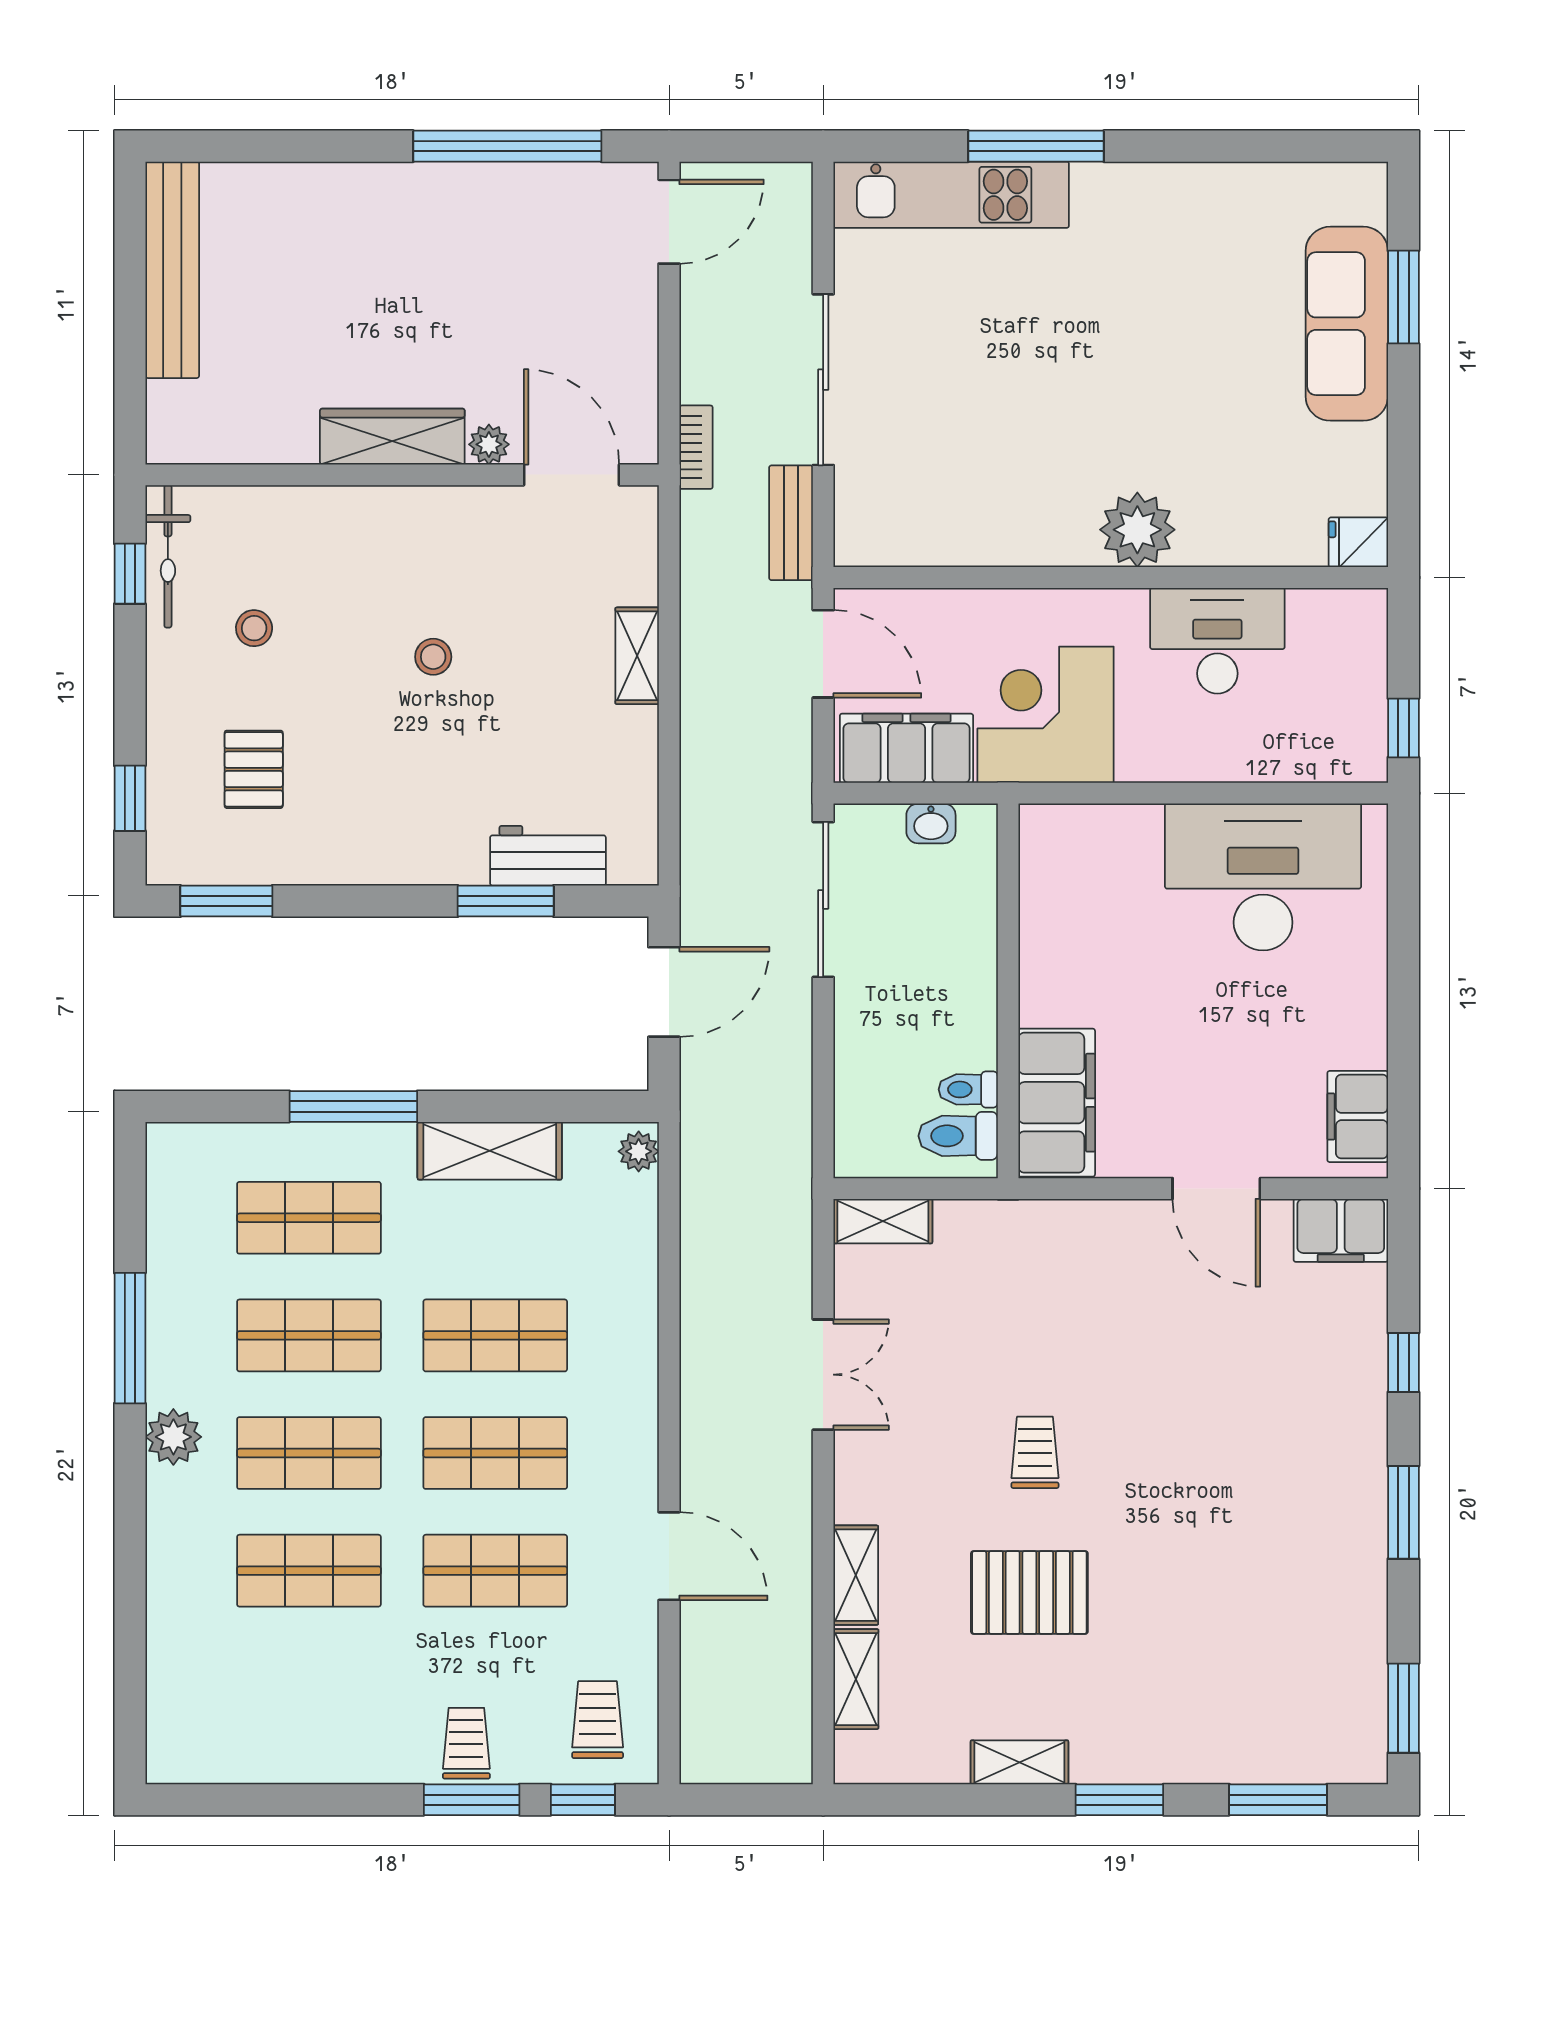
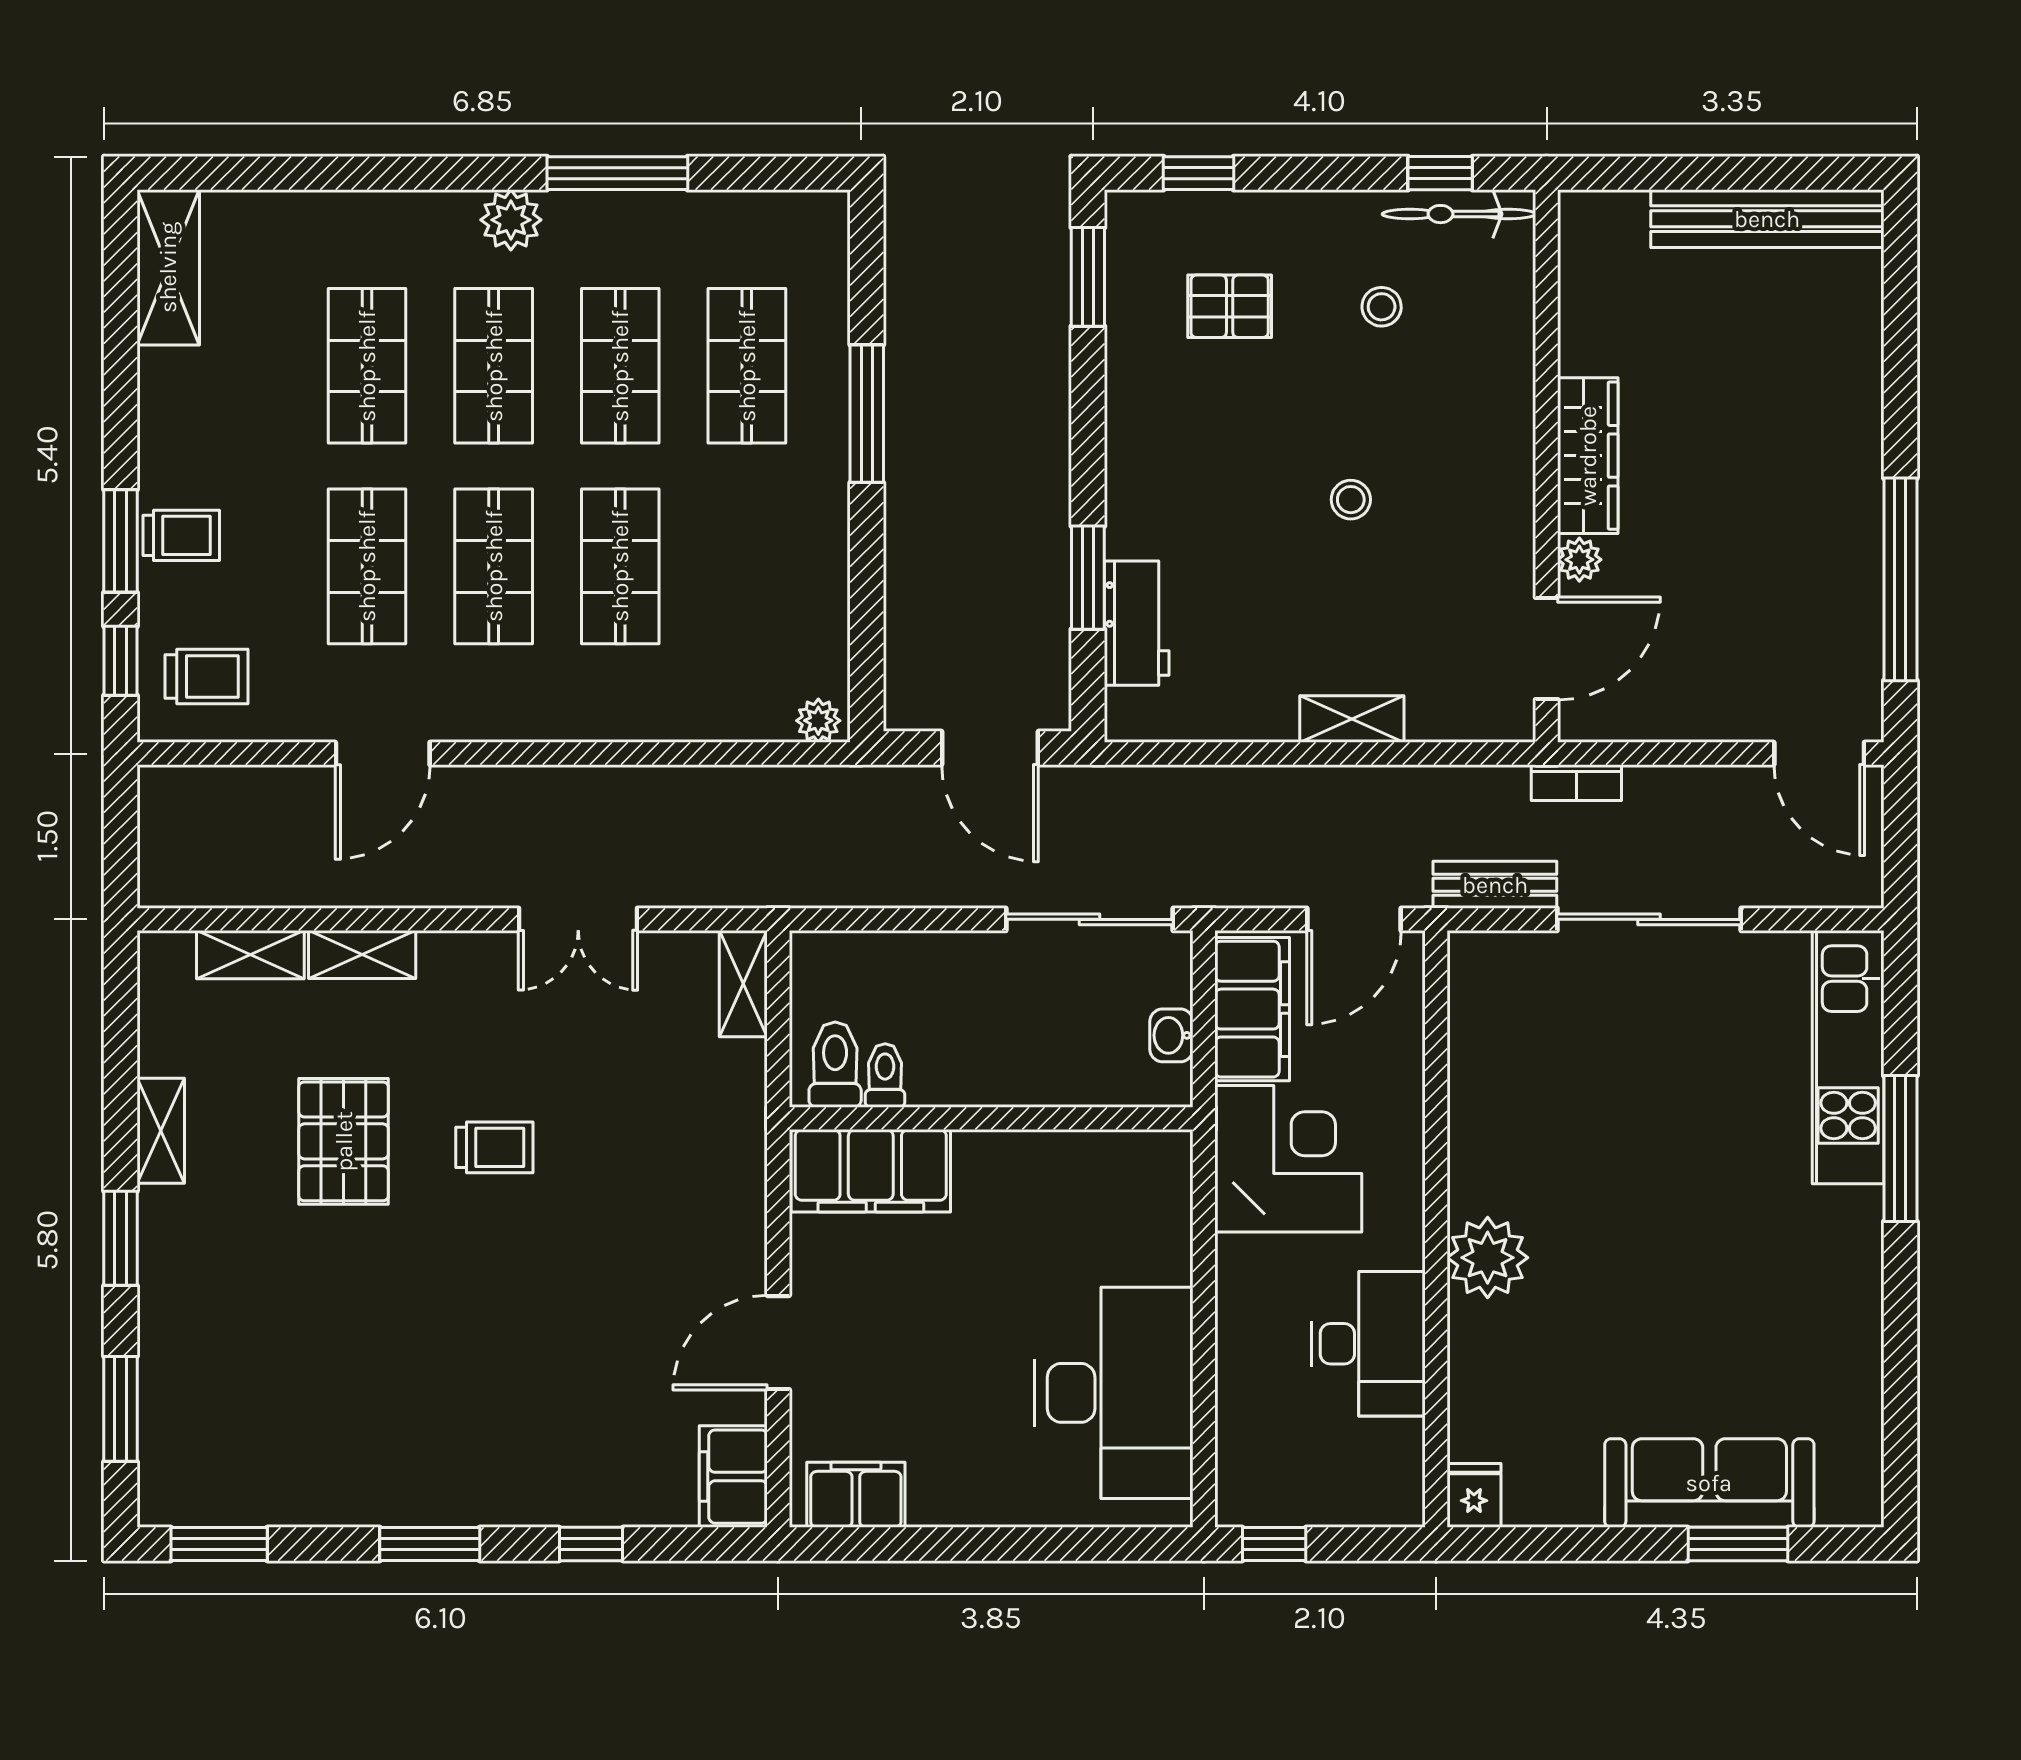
shelving: (490, 1151) -> (168, 267), moved

